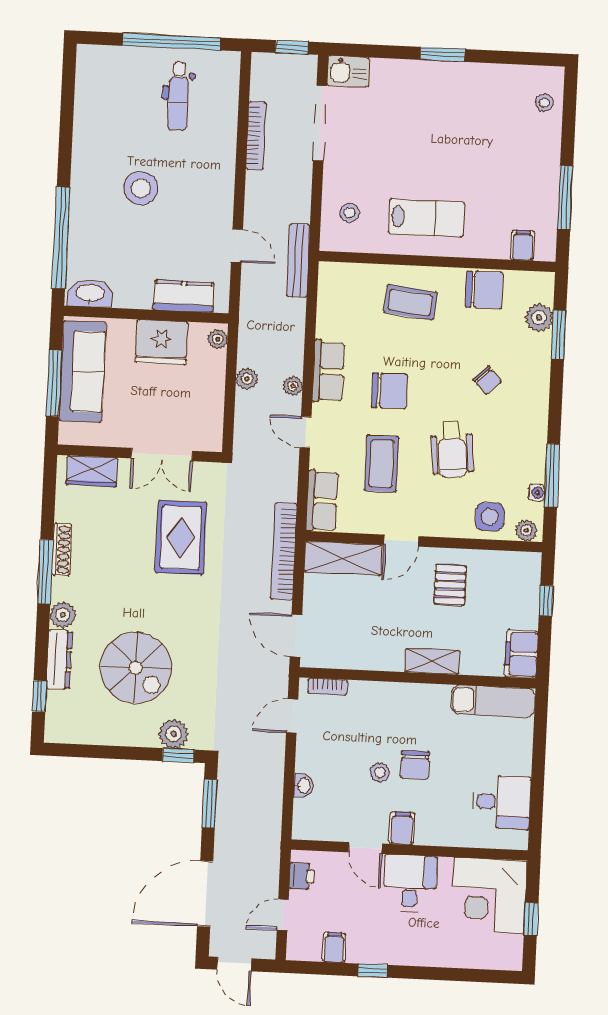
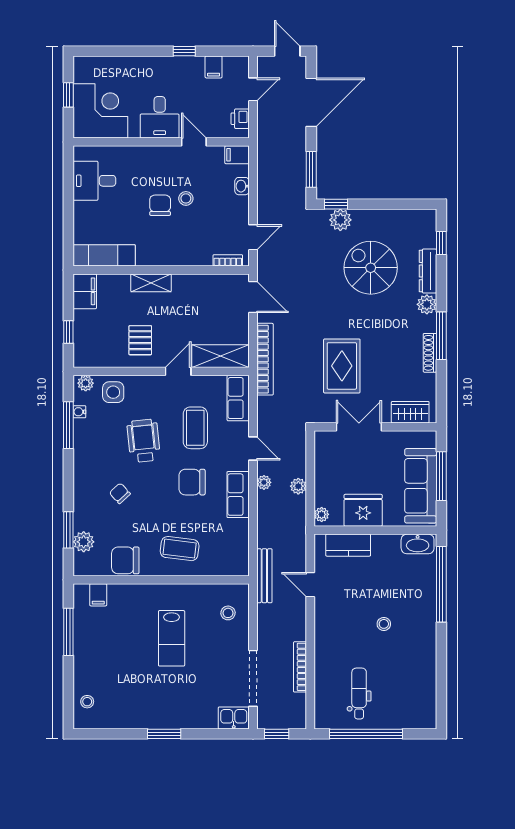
stool: (141, 188) -> (384, 624), width x0.53, depth x0.53
lab bench: (426, 218) -> (172, 638), moved, turned -90
filing cabinet: (402, 828) -> (237, 155), moved, turned 90

